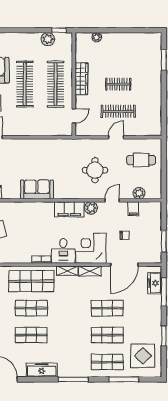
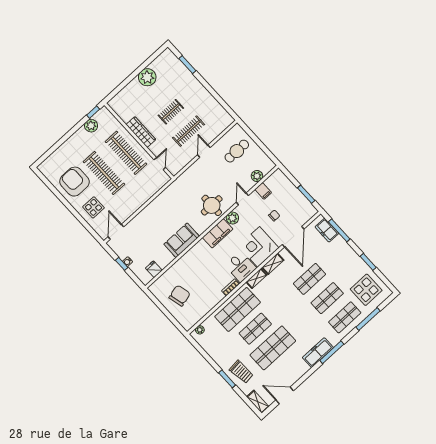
plant: (97, 37) -> (147, 77), moved, width x1.87, depth x1.87
round table: (95, 170) -> (212, 205), moved
shop shelf: (31, 335) -> (273, 348), width x1.43, depth x1.36
freezer: (42, 370) -> (318, 353), moved

